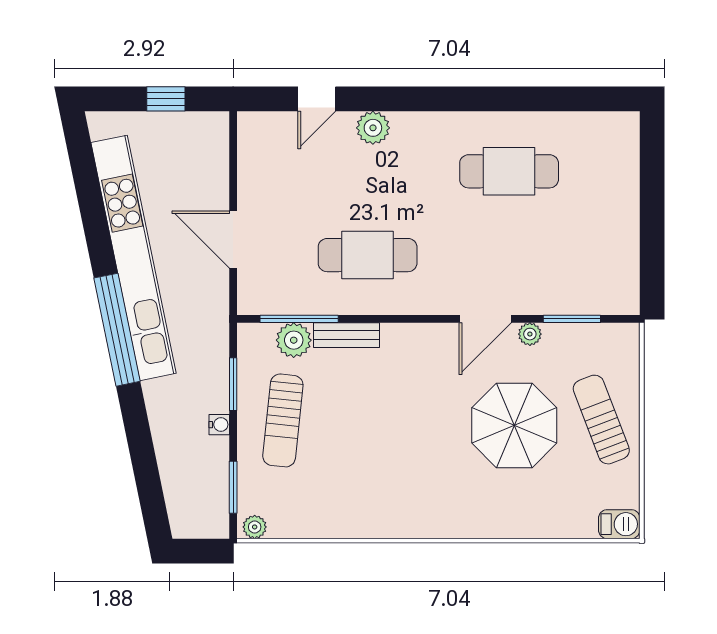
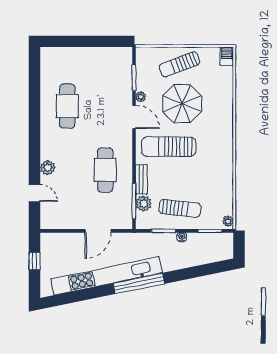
sun lounger: (419, 395) -> (169, 147), added

